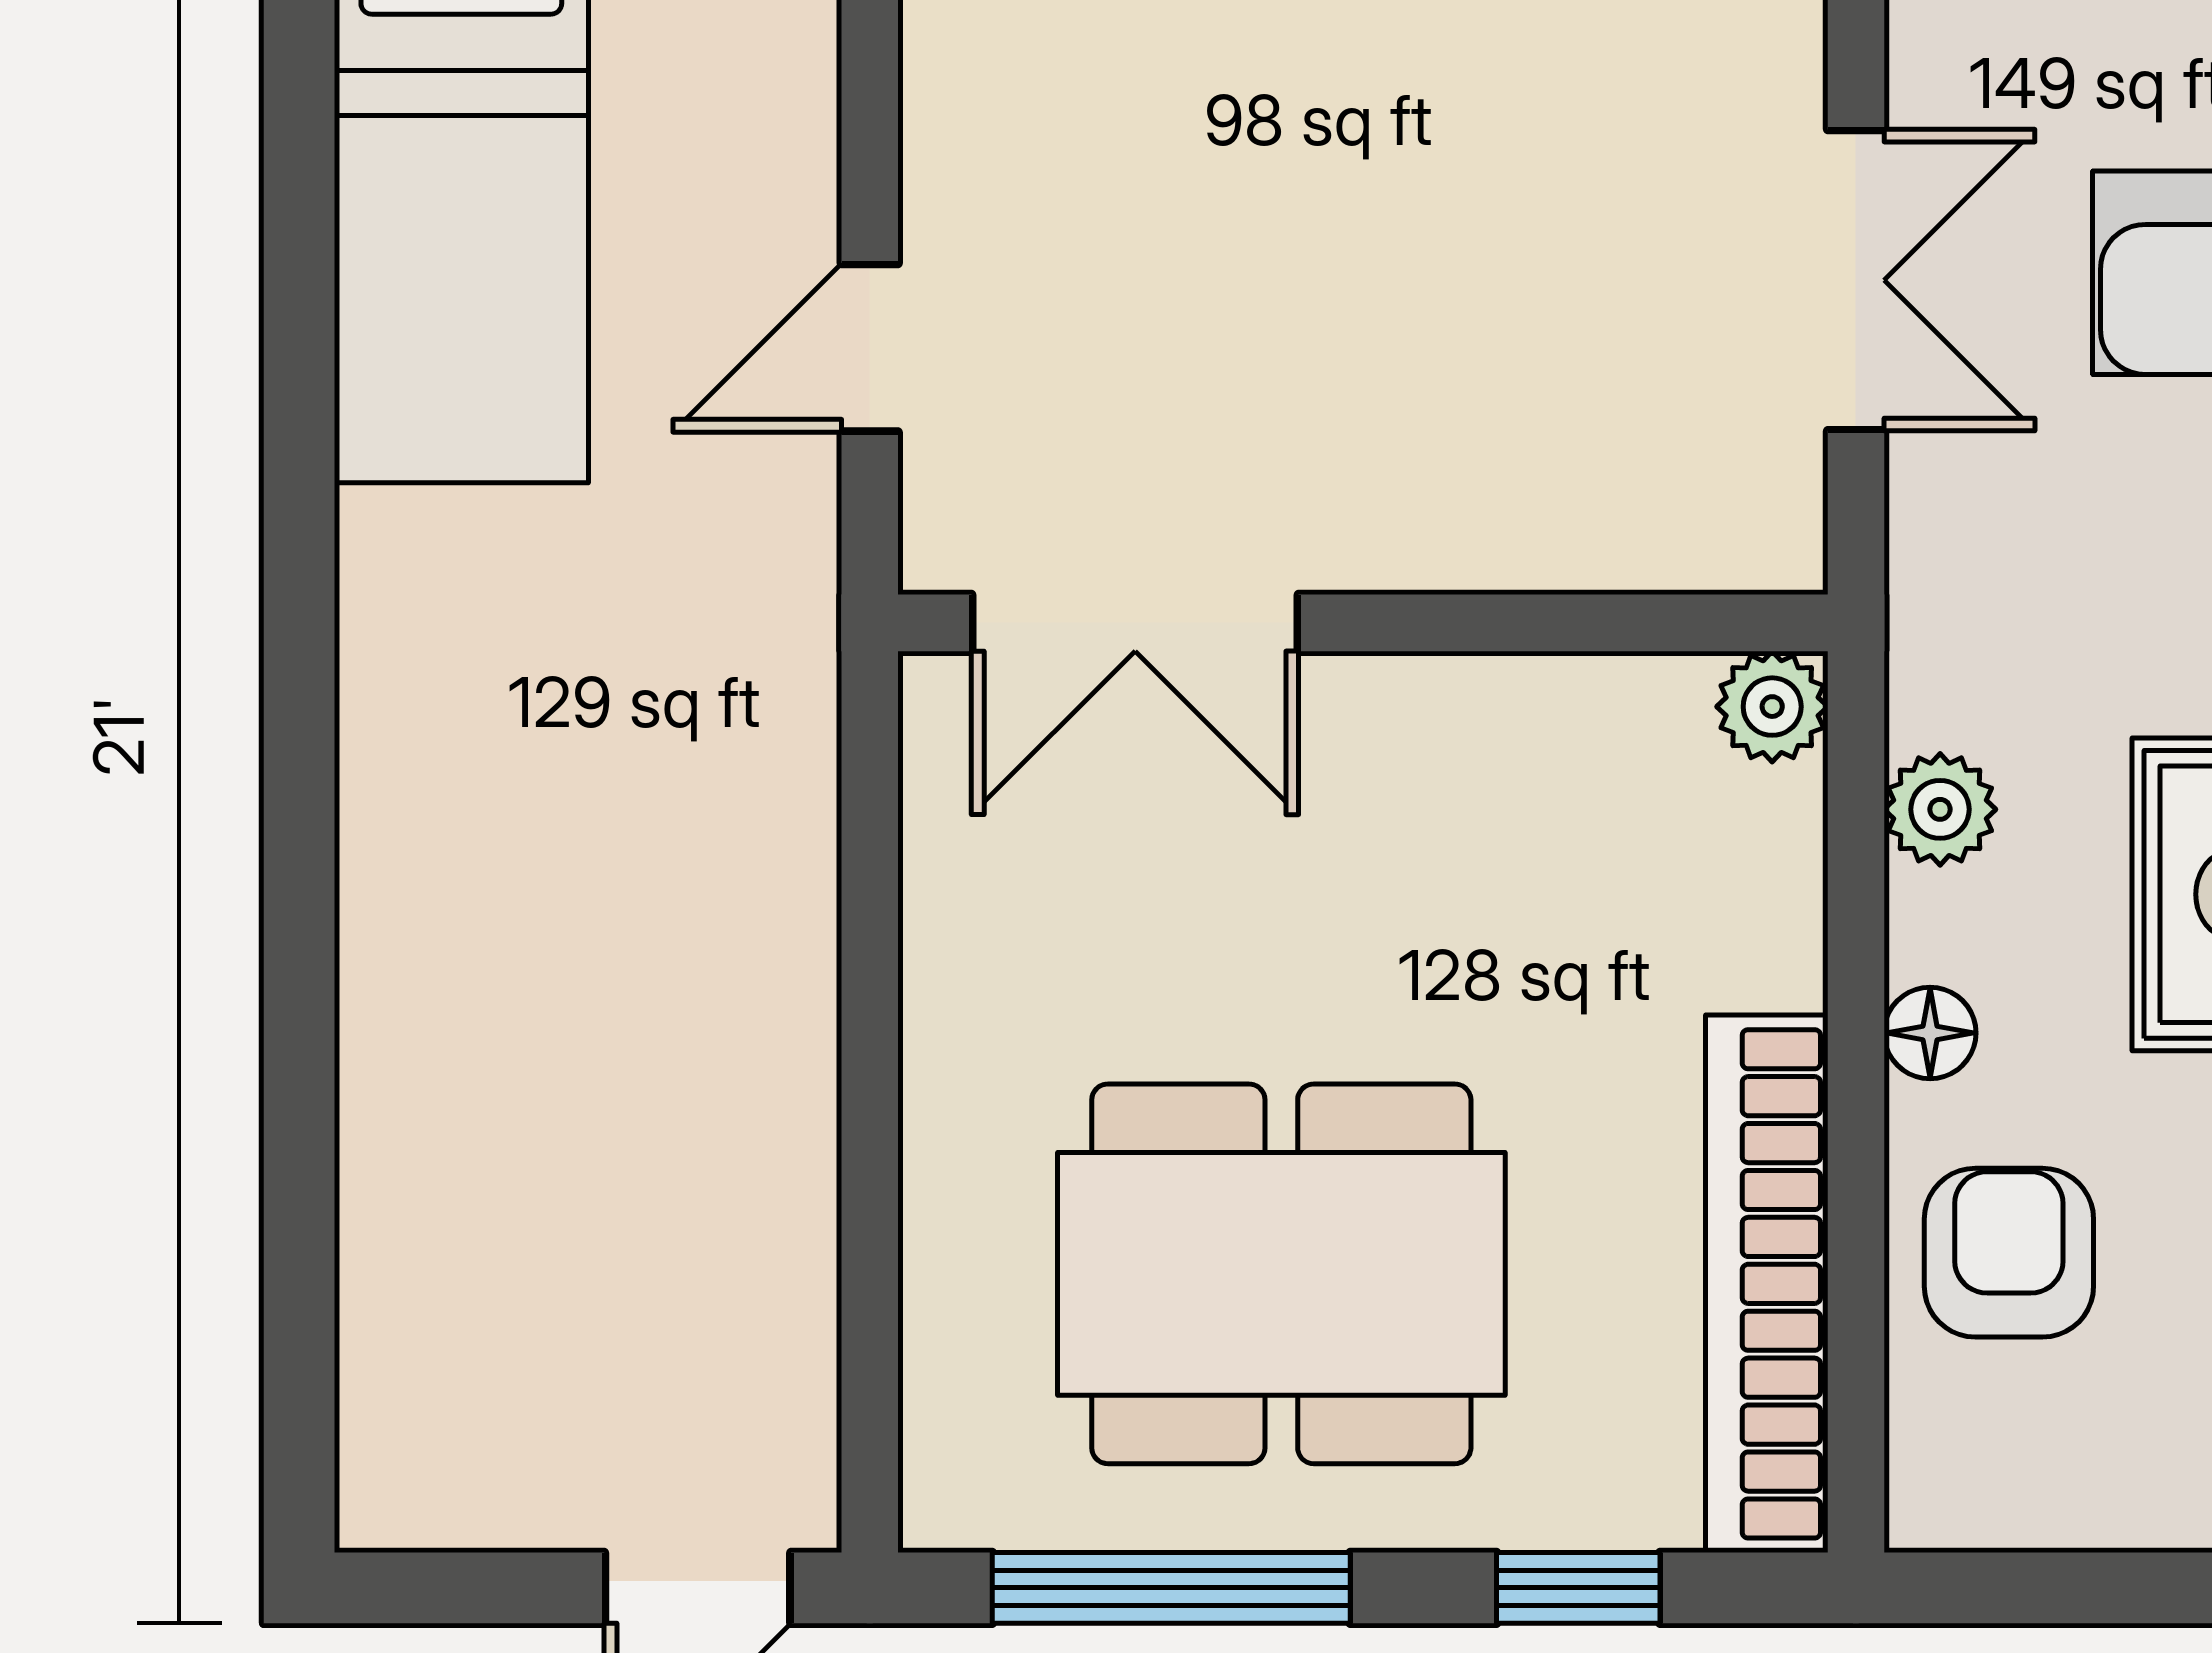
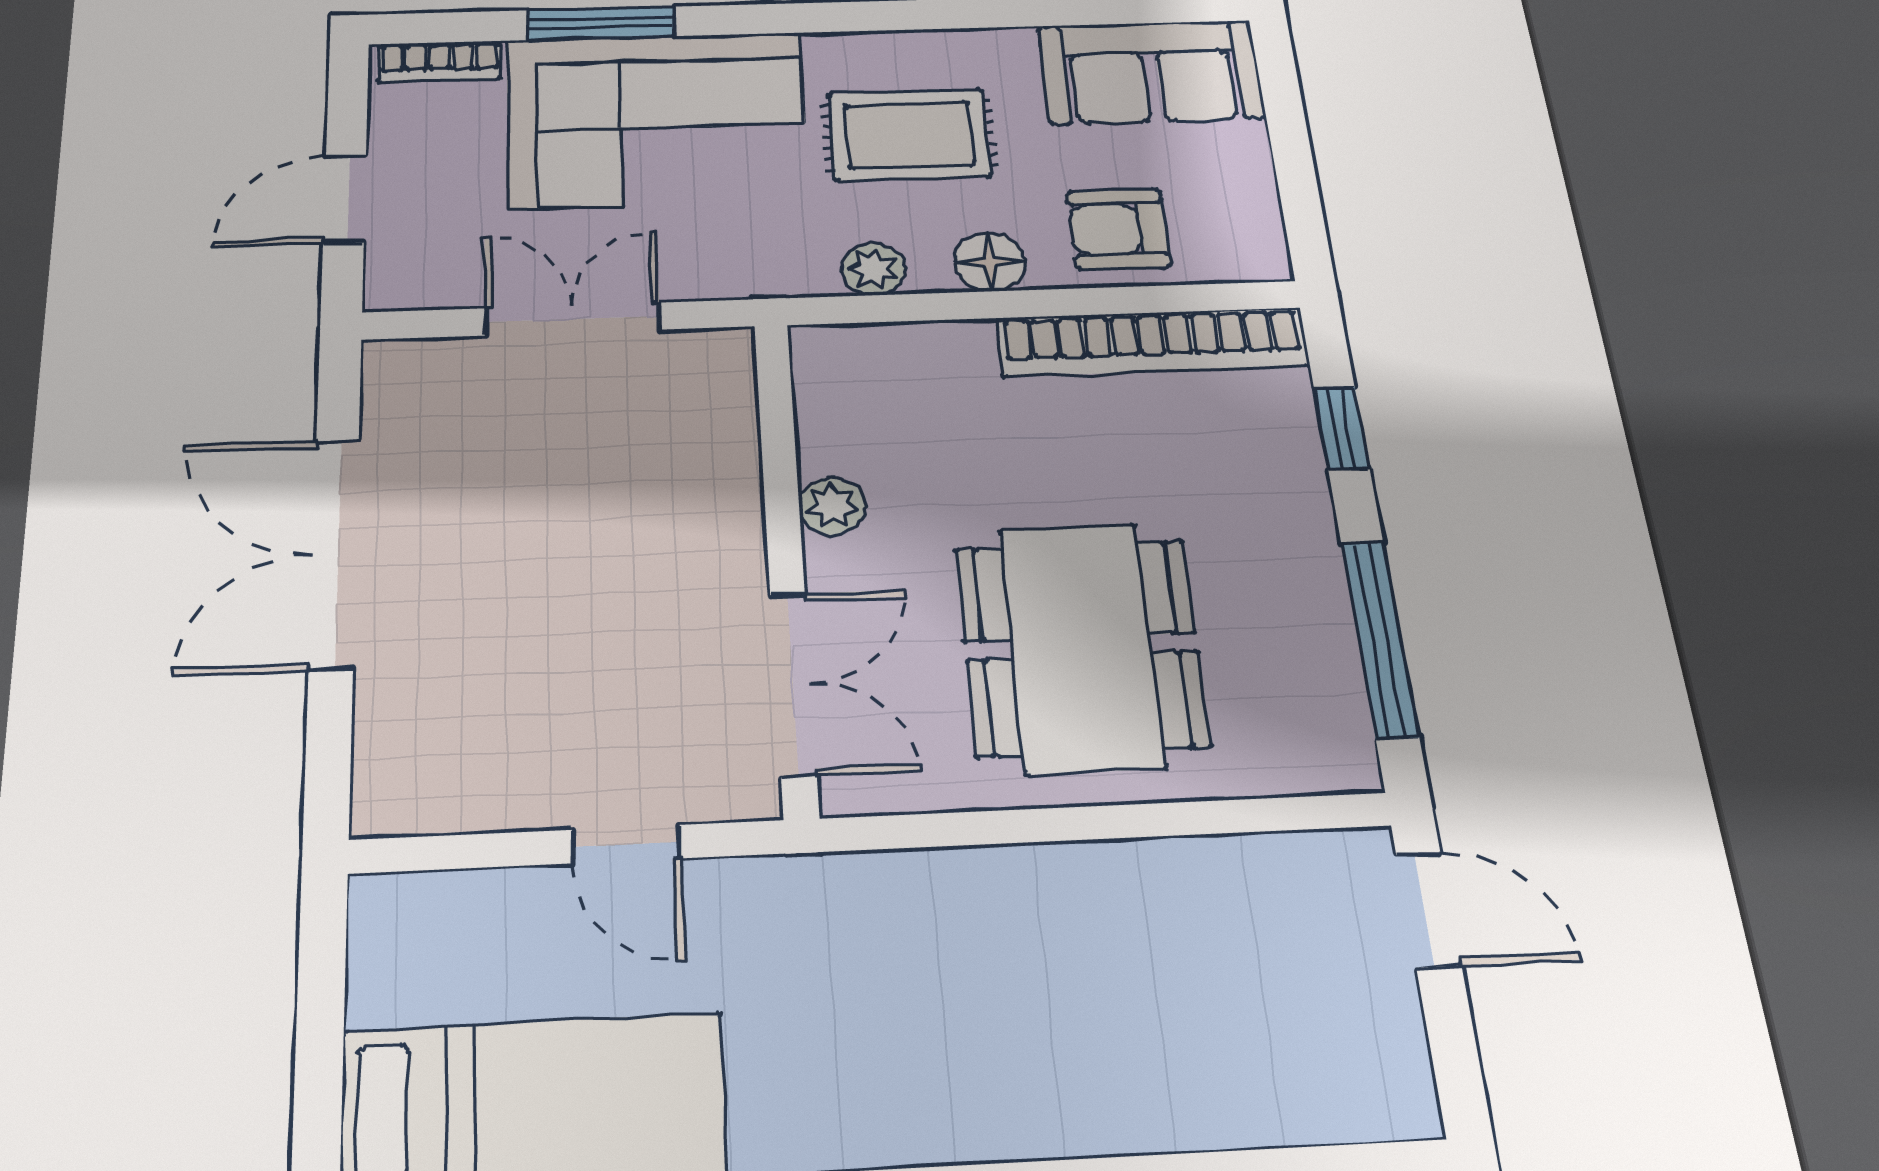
plant: (1772, 707) -> (832, 506), moved
floor lamp: (1930, 1033) -> (990, 262), width x1.37, depth x1.37
dining table: (1281, 1274) -> (1081, 647), moved

